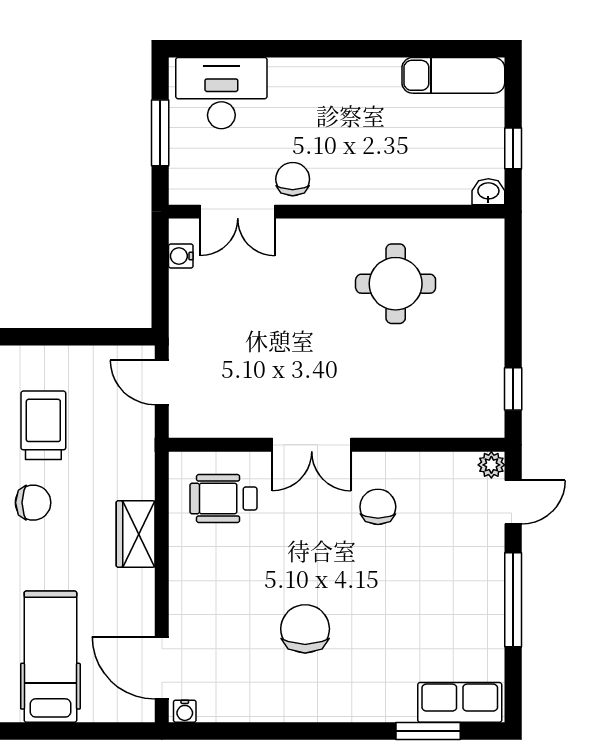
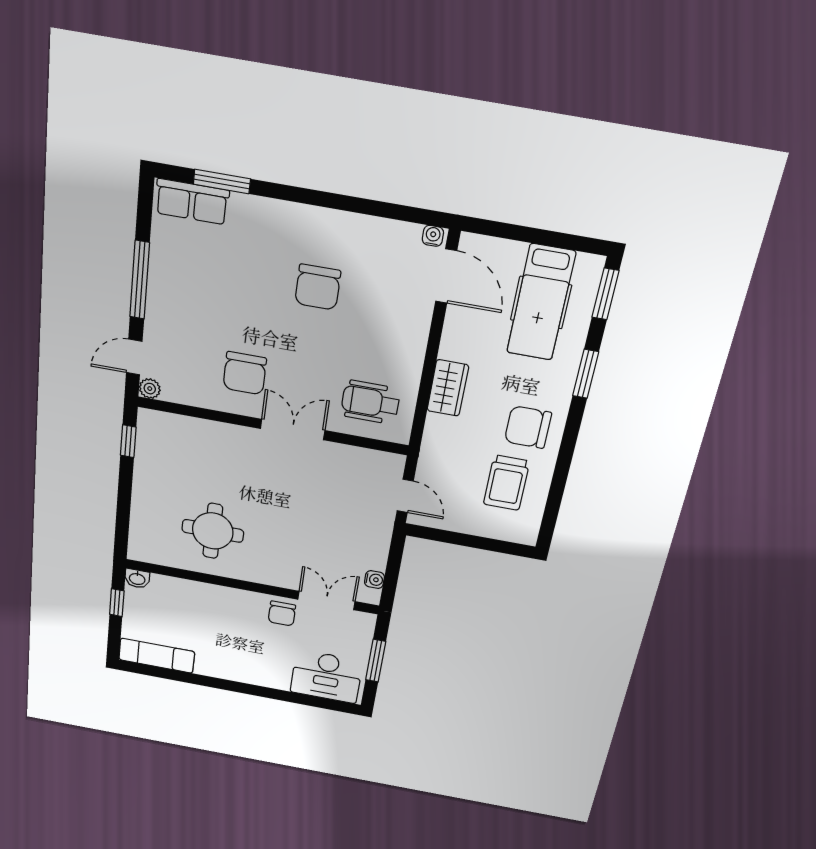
wheelchair: (223, 498) -> (370, 402), turned 180
chair: (33, 503) -> (528, 427), width x1.37, depth x1.37
chair: (378, 507) -> (245, 373), width x1.37, depth x1.37

